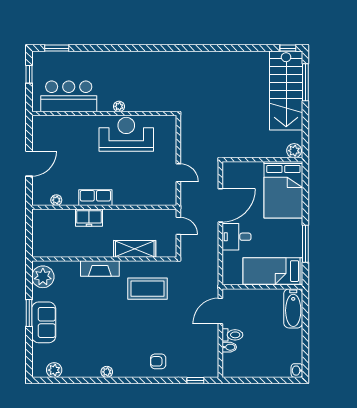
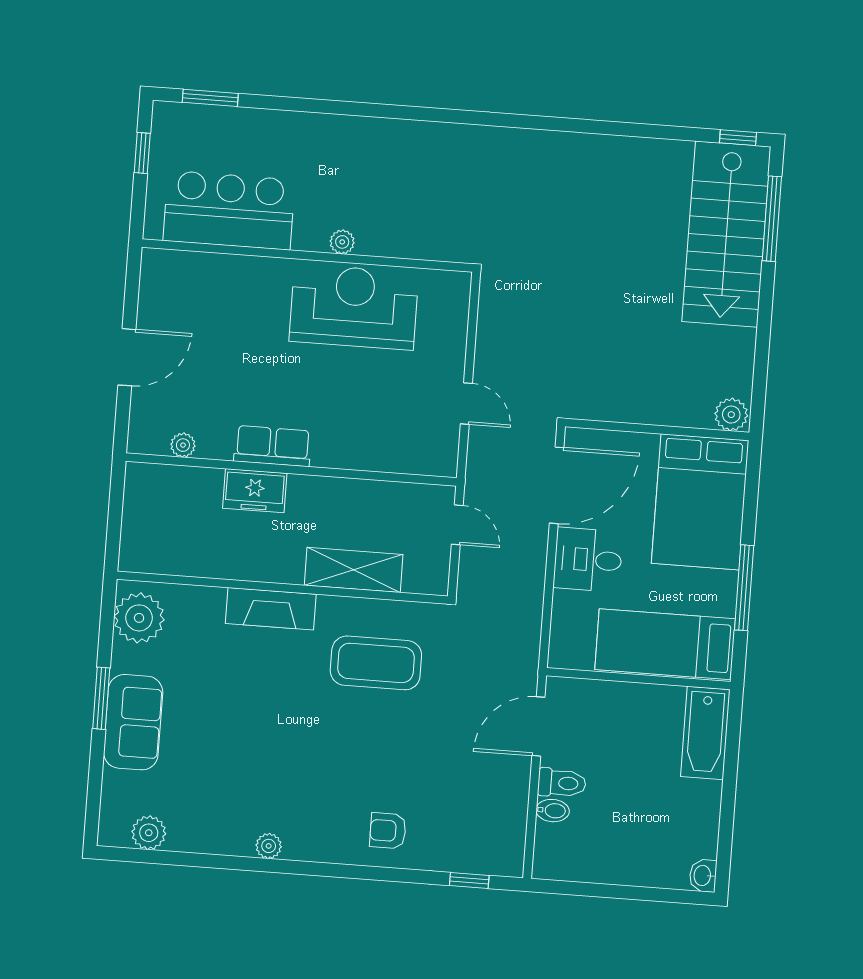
plant: (294, 151) -> (731, 415), moved
wall: (262, 160) -> (657, 430), moved
bed: (283, 190) -> (700, 502), moved

